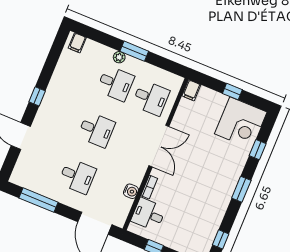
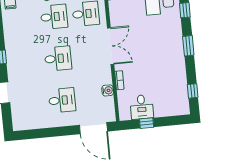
window: (39, 200) -> (43, 133), removed
desk: (148, 214) -> (142, 107), moved, turned -90

